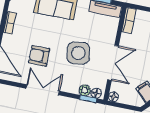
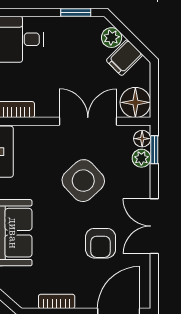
side table: (78, 53) -> (83, 181), turned -34
floor lamp: (113, 97) -> (135, 102), width x1.89, depth x1.89

